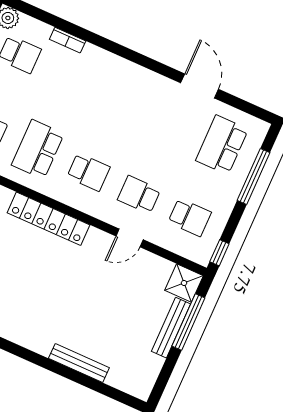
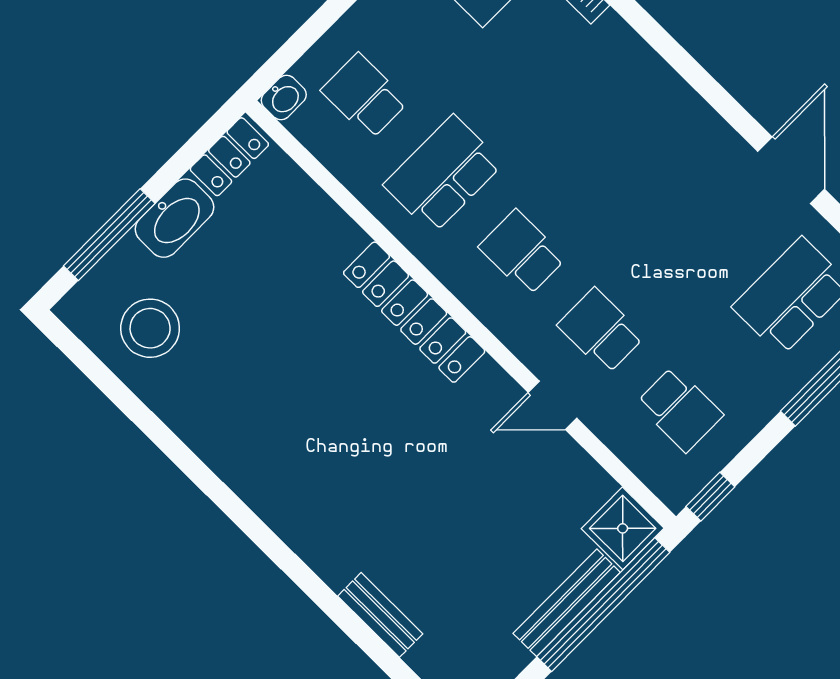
school desk: (88, 172) -> (522, 253), turned 180
window: (188, 322) -> (603, 605), width x1.46
bench: (79, 363) -> (380, 615), width x0.73

